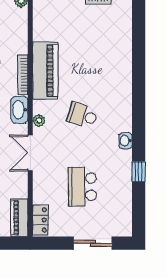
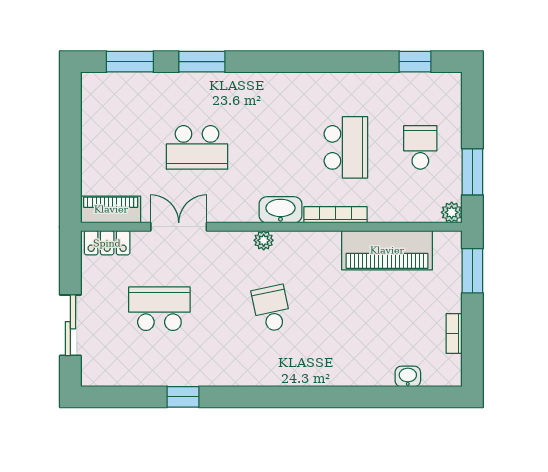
piano: (45, 70) -> (387, 250), moved
school desk: (82, 115) -> (271, 309), turned -30
washbasin: (125, 141) -> (408, 376), moved
double door: (30, 153) -> (179, 227), moved

